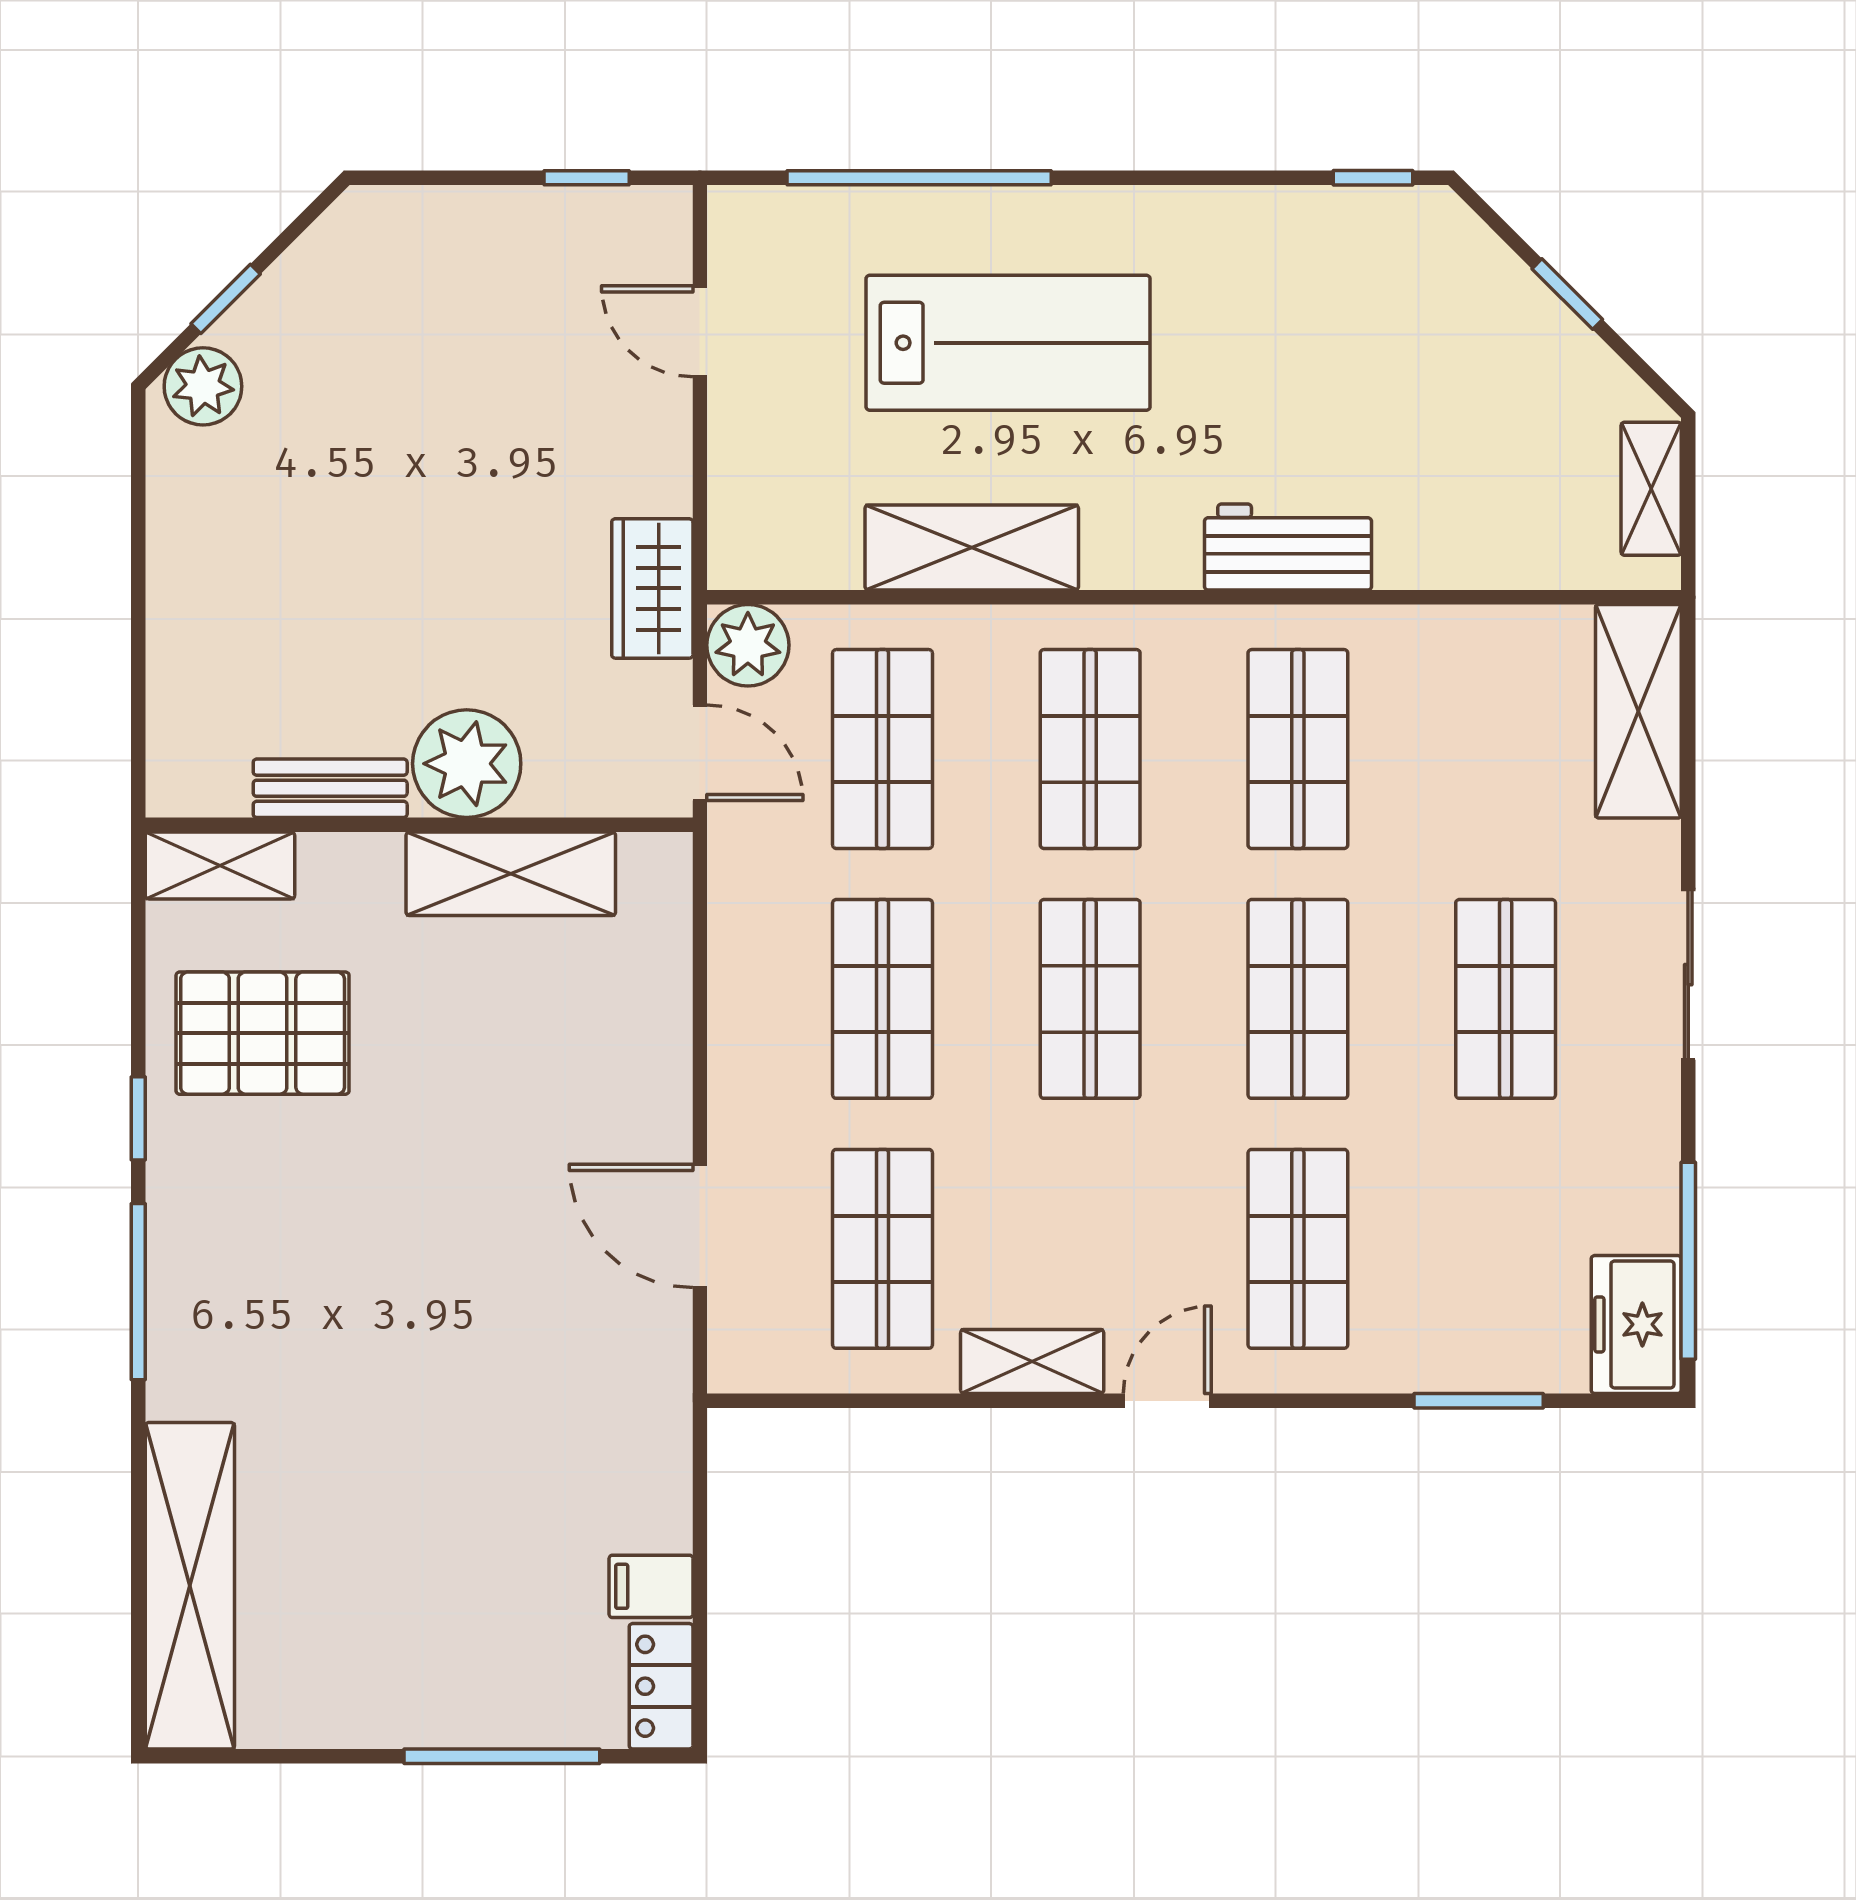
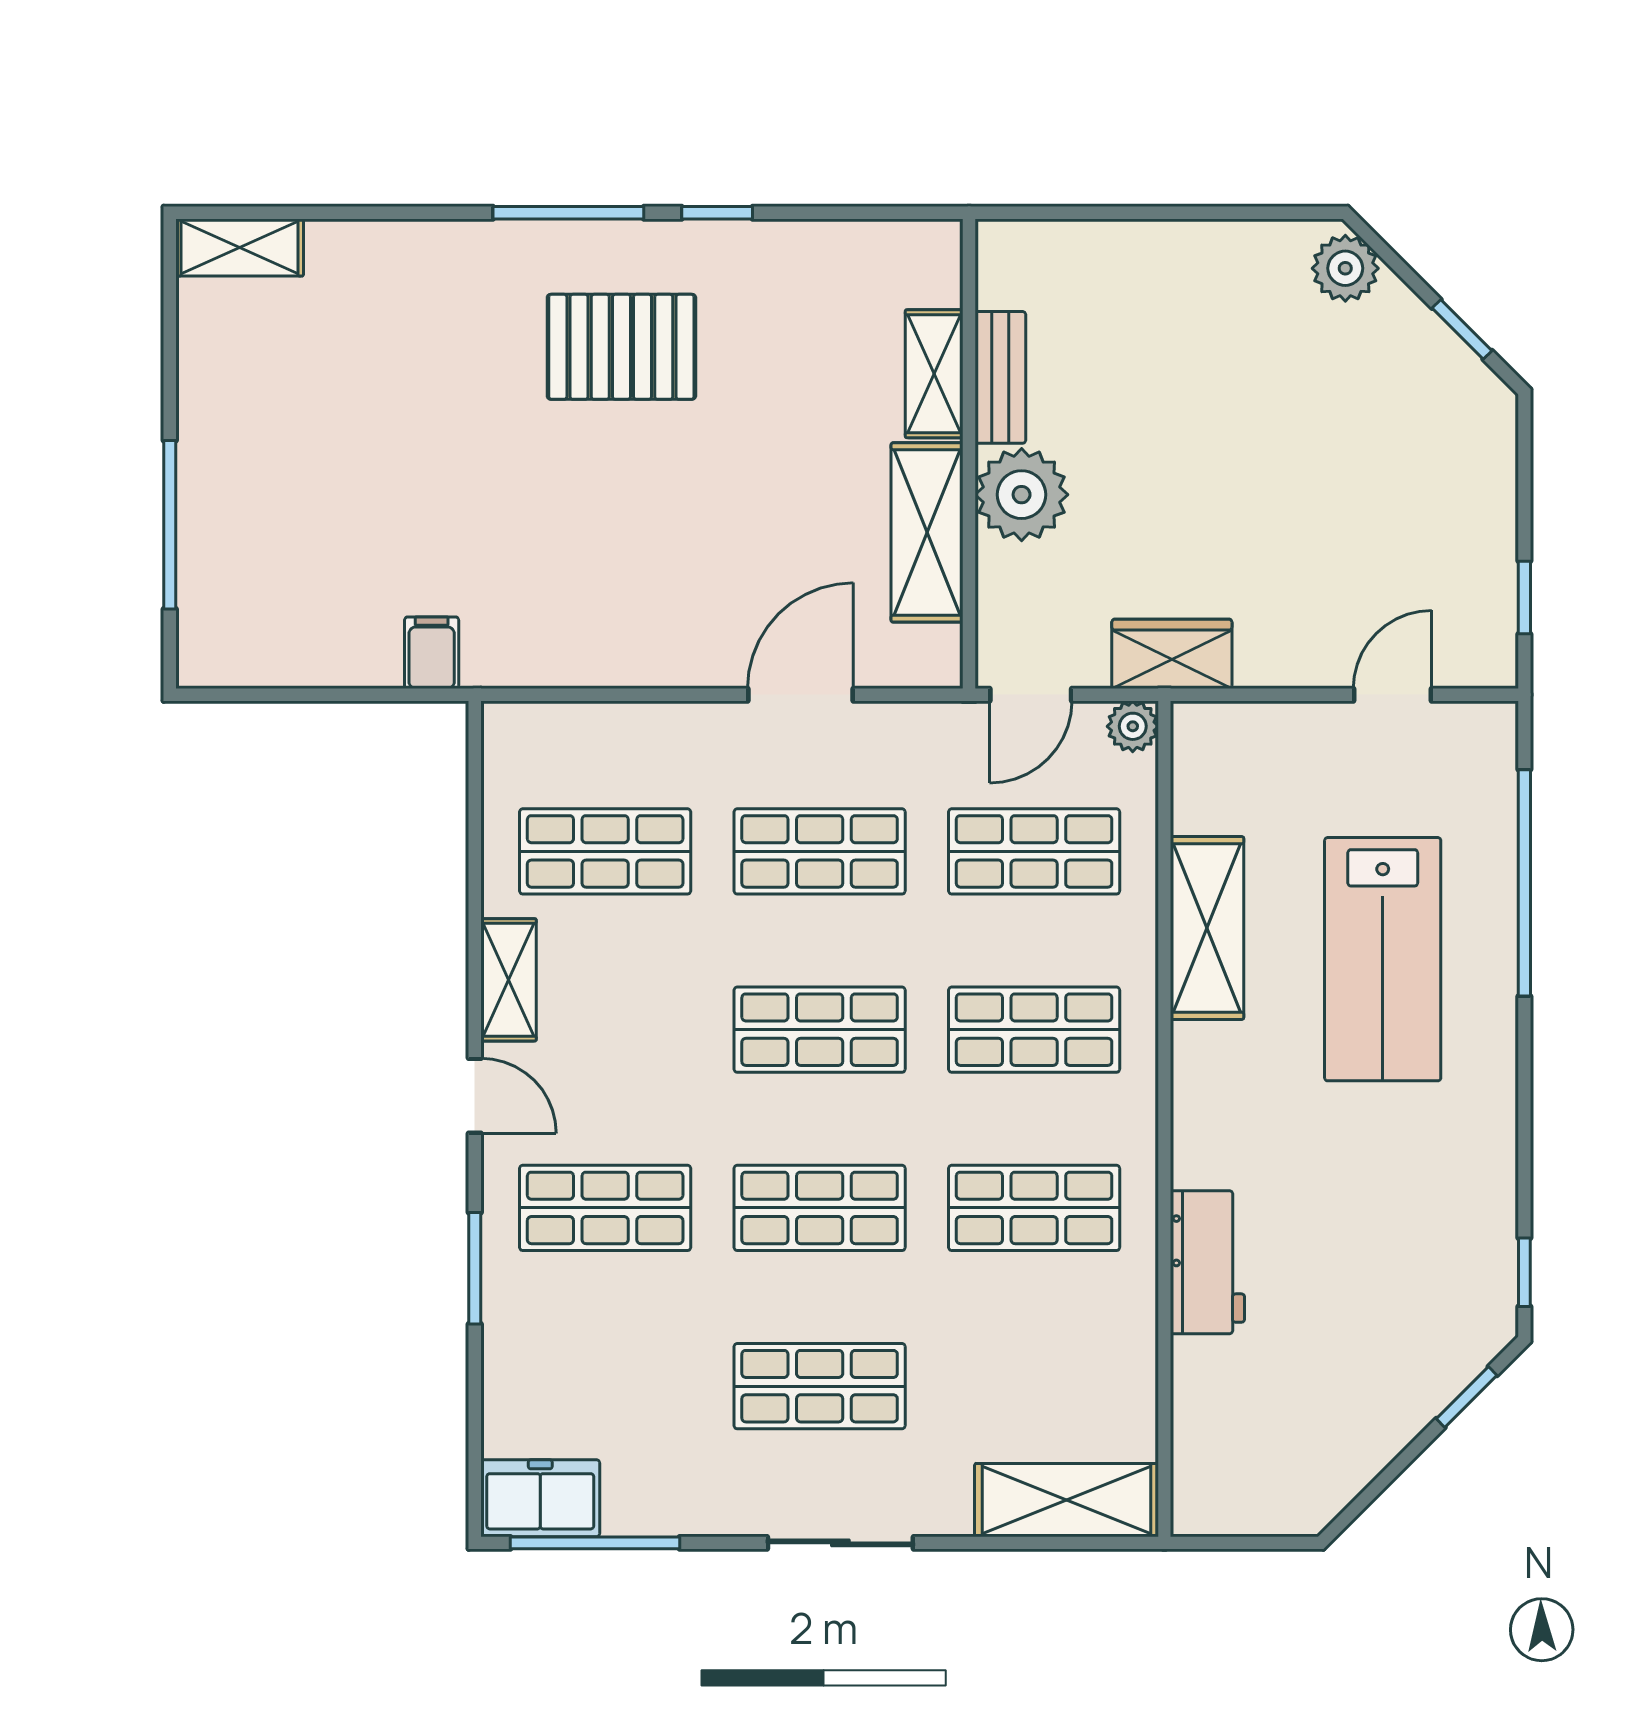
window: (1567, 294) -> (1467, 1397), moved
window: (226, 299) -> (1462, 329), moved
shelving: (1651, 489) -> (1257, 1511), removed
workbench: (1288, 547) -> (1207, 1262), moved
plant: (748, 645) -> (1133, 726), width x0.73, depth x0.73
shelving: (220, 865) -> (934, 374), moved
pallet: (263, 1033) -> (621, 347), moved, turned 90
door: (700, 1226) -> (801, 695), moved
window: (1479, 1401) -> (475, 1268), moved
shelving: (190, 1586) -> (240, 247), width x0.45, depth x0.75
filing cabinet: (651, 1586) -> (432, 653), moved
locker: (661, 1686) -> (230, 661), removed

